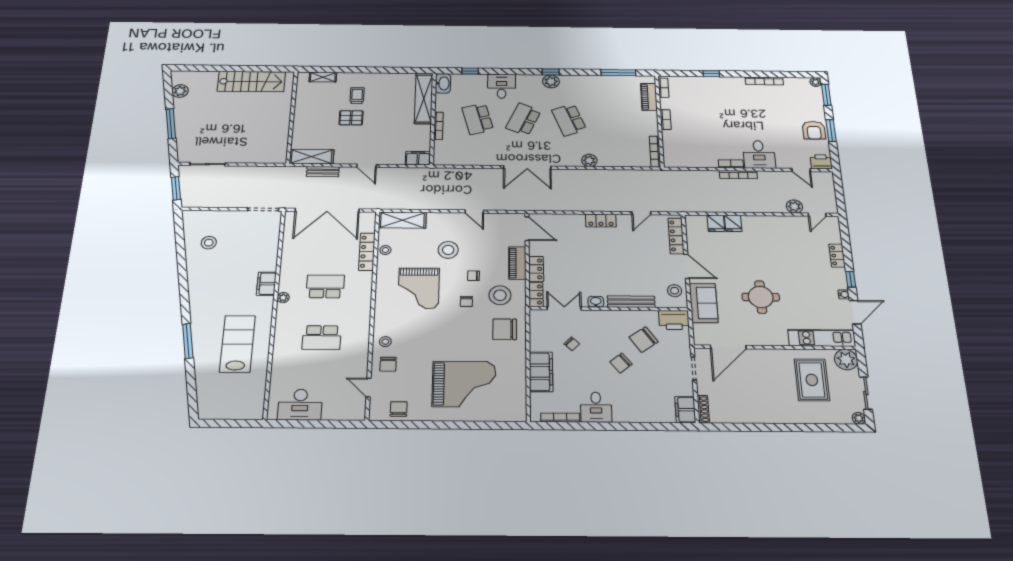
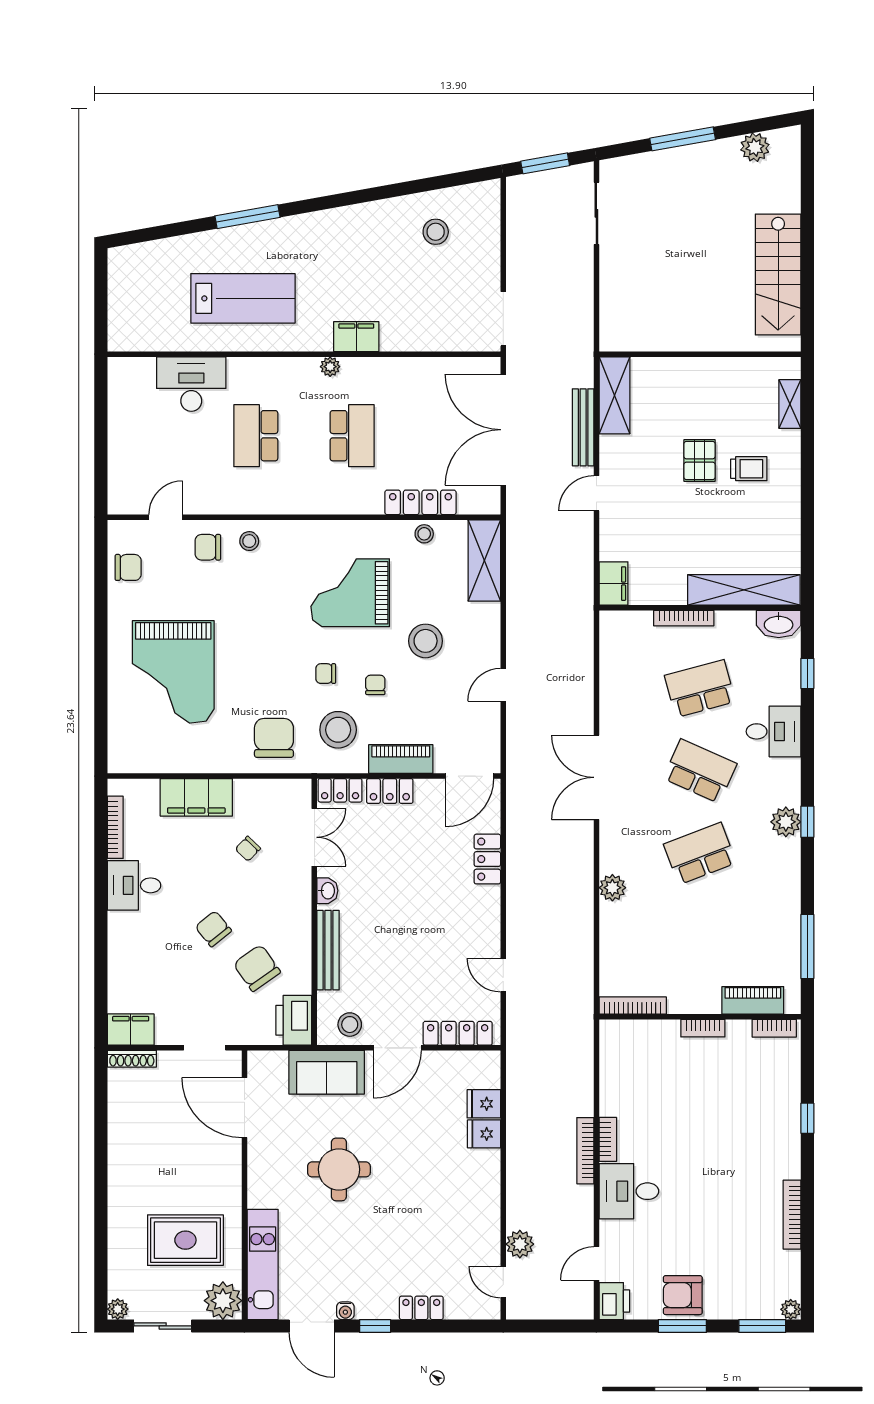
bench: (323, 172) -> (583, 427), width x1.36
locker: (601, 221) -> (487, 859), moved
desk: (300, 405) -> (191, 384), moved, turned 90

